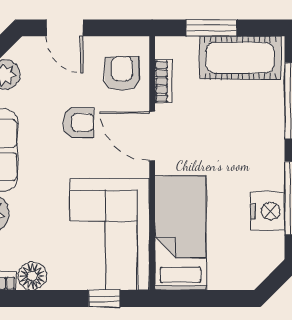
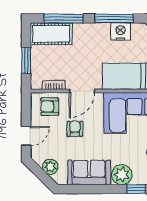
cot: (240, 58) -> (51, 34), moved, turned 90

